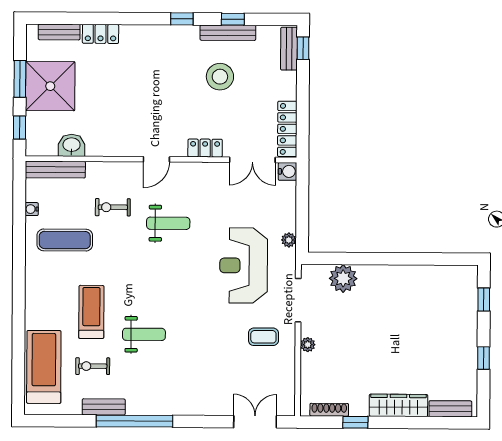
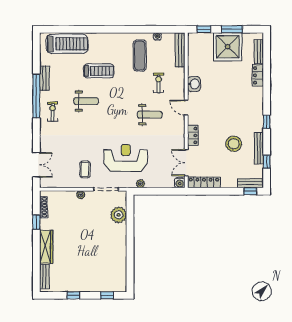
window: (233, 19) -> (267, 162), moved
washbasin: (72, 145) -> (194, 84), moved
weight bench: (168, 223) -> (150, 115), turned -90
weight bench: (144, 334) -> (86, 101), turned -90
exercise bike: (93, 366) -> (53, 112), moved

